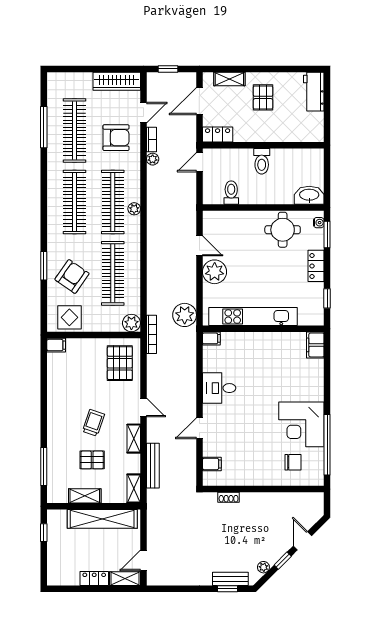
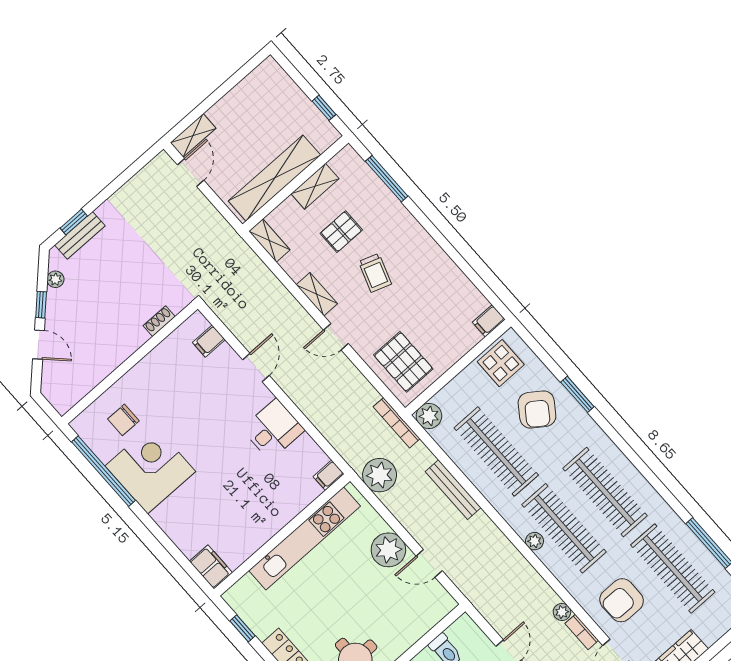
bench: (153, 466) -> (453, 490), moved
locker: (94, 578) -> (226, 107), removed

